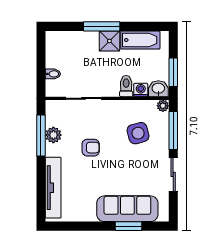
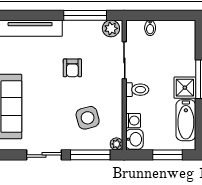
window: (173, 72) -> (167, 155), moved
toilet: (126, 86) -> (137, 90), moved
plant: (53, 135) -> (111, 28), moved

